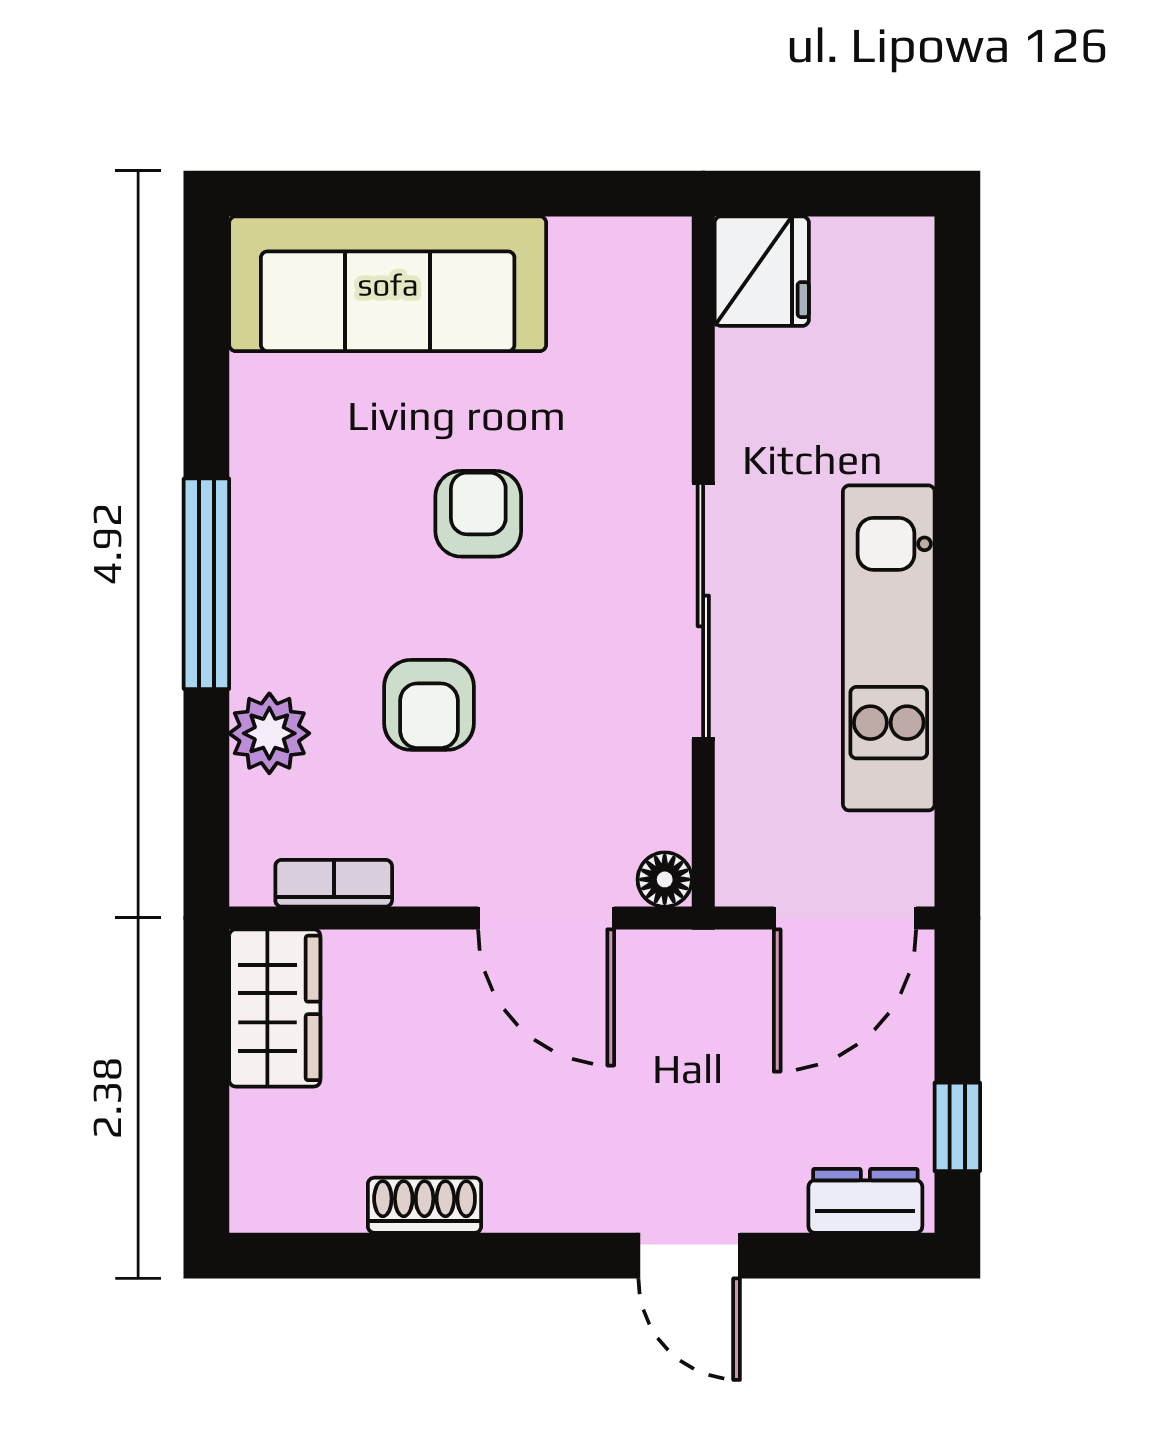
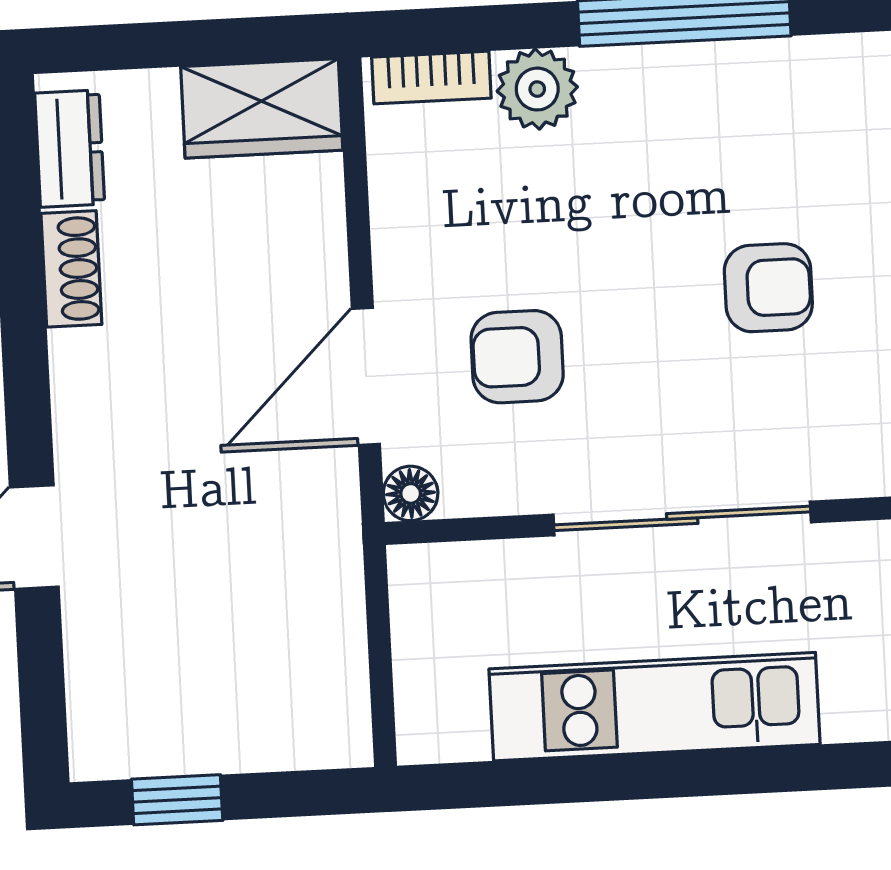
armchair: (429, 705) -> (517, 357), moved
bookcase: (334, 883) -> (431, 78), moved, turned 90
door: (845, 918) -> (381, 676), removed
dresser: (865, 1201) -> (70, 149), moved

